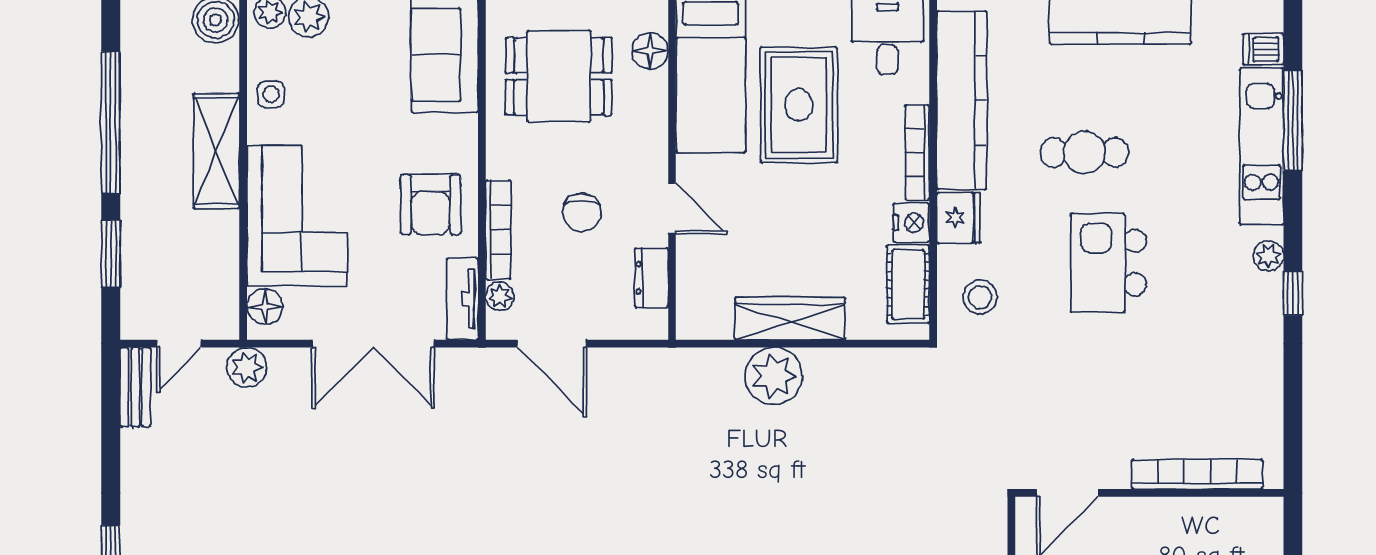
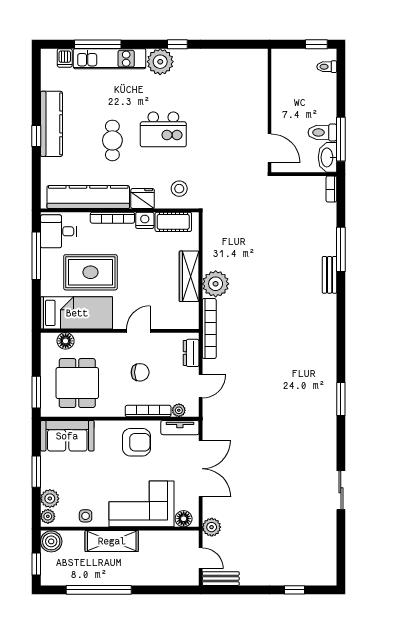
window: (111, 254) -> (159, 590), removed
plant: (1268, 256) -> (160, 62), width x1.88, depth x1.88
dresser: (652, 278) -> (191, 353), moved, turned 90
door: (552, 344) -> (201, 386), width x0.73
bookcase: (1197, 474) -> (209, 329), moved, turned 180

